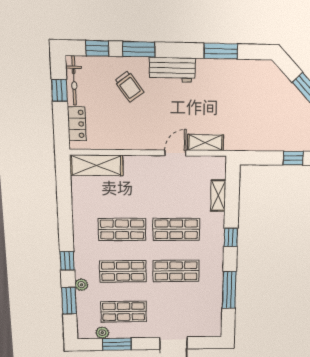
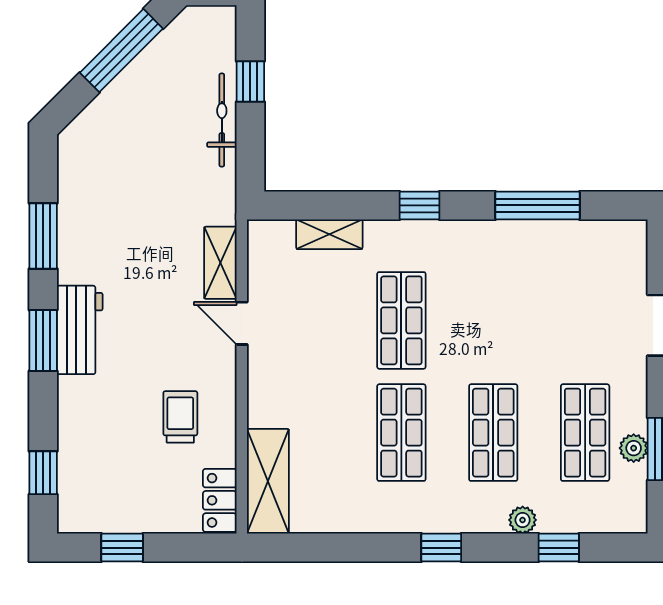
window: (139, 49) -> (43, 341), moved
bicycle: (74, 81) -> (222, 120), moved, turned -90
trolley: (129, 86) -> (180, 417), moved, turned -54
locker: (77, 124) -> (220, 500), moved, turned -90
window: (67, 261) -> (441, 548), moved
shop shelf: (176, 271) -> (493, 320), removed
window: (69, 301) -> (559, 548), width x0.67
plant: (102, 333) -> (634, 448), moved

